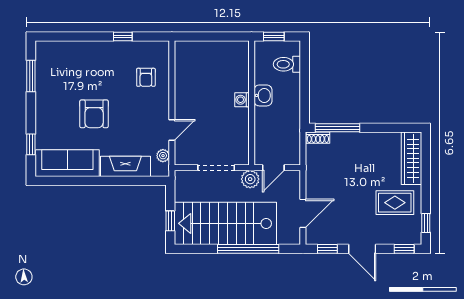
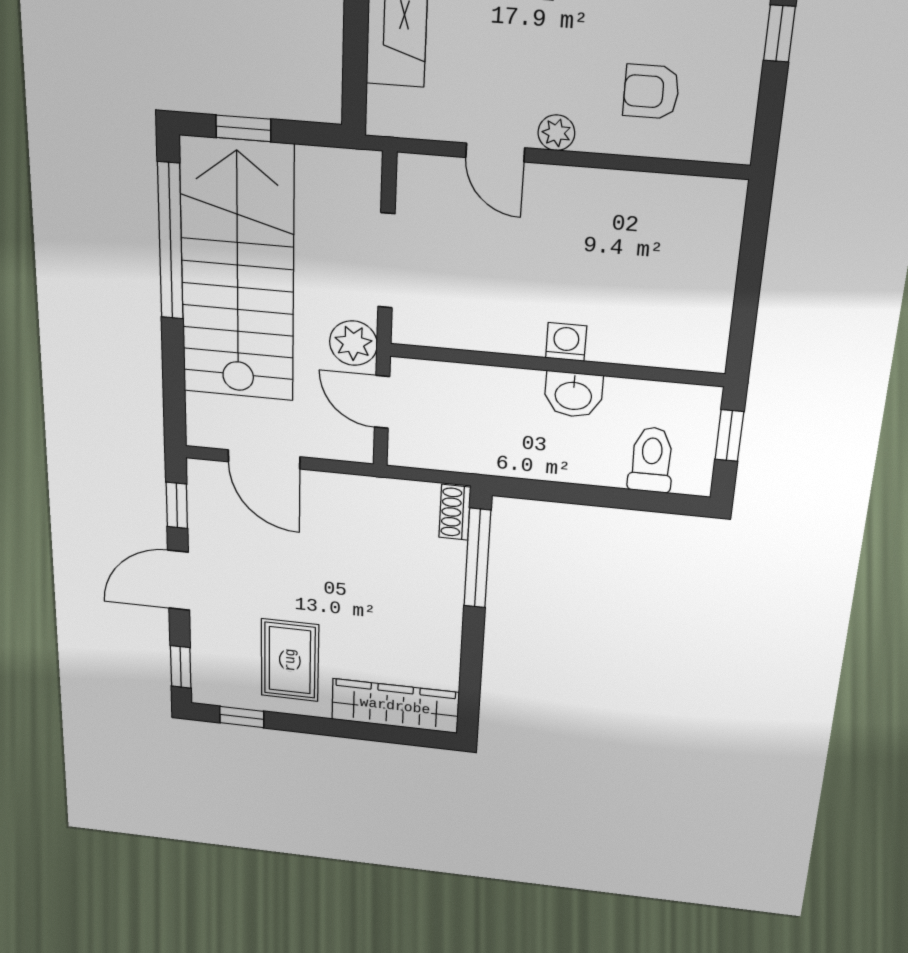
plant: (163, 156) -> (556, 133), moved
window: (248, 249) -> (170, 241), moved

